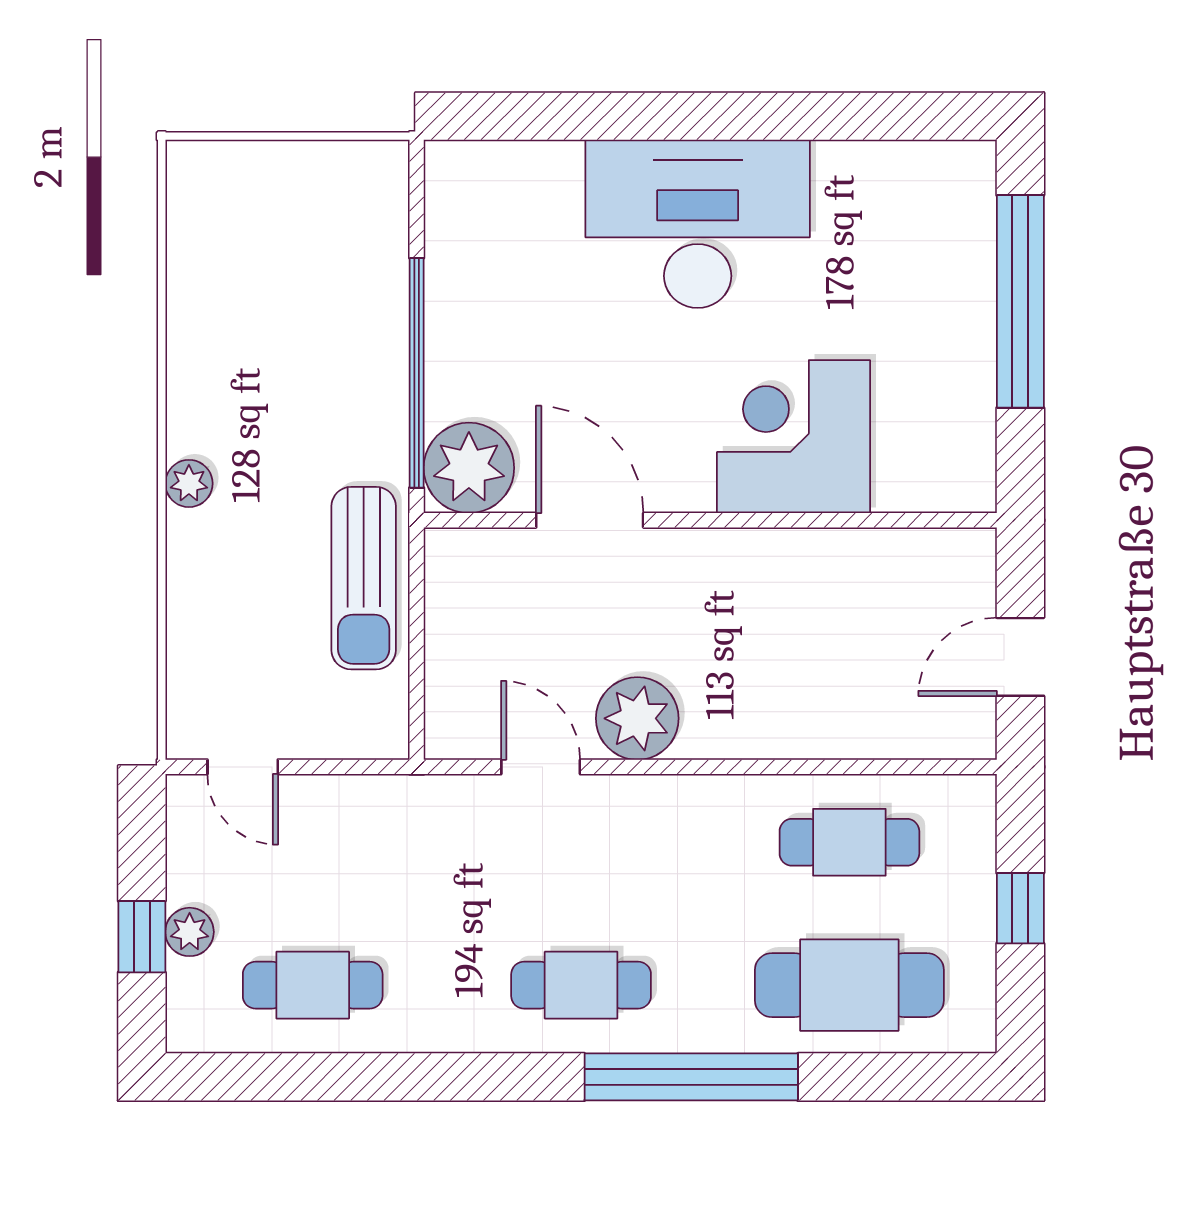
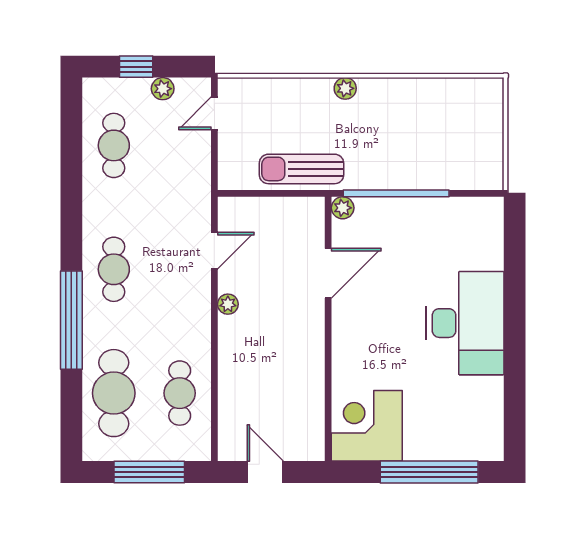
corner desk: (794, 437) -> (367, 426), moved, turned -90
plant: (469, 468) -> (343, 208), width x0.53, depth x0.53
plant: (637, 718) -> (228, 304), width x0.53, depth x0.53
window: (1020, 908) -> (149, 472), width x2.17
plant: (190, 932) -> (163, 89), moved

